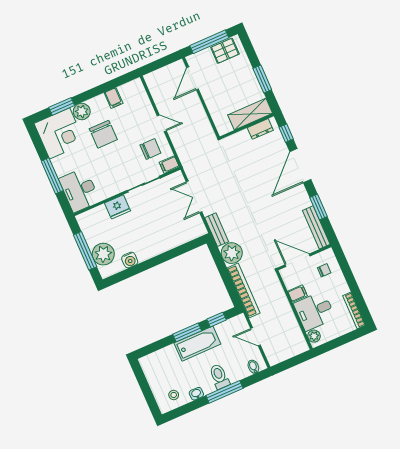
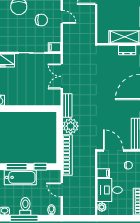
chair: (150, 149) -> (41, 20), moved

